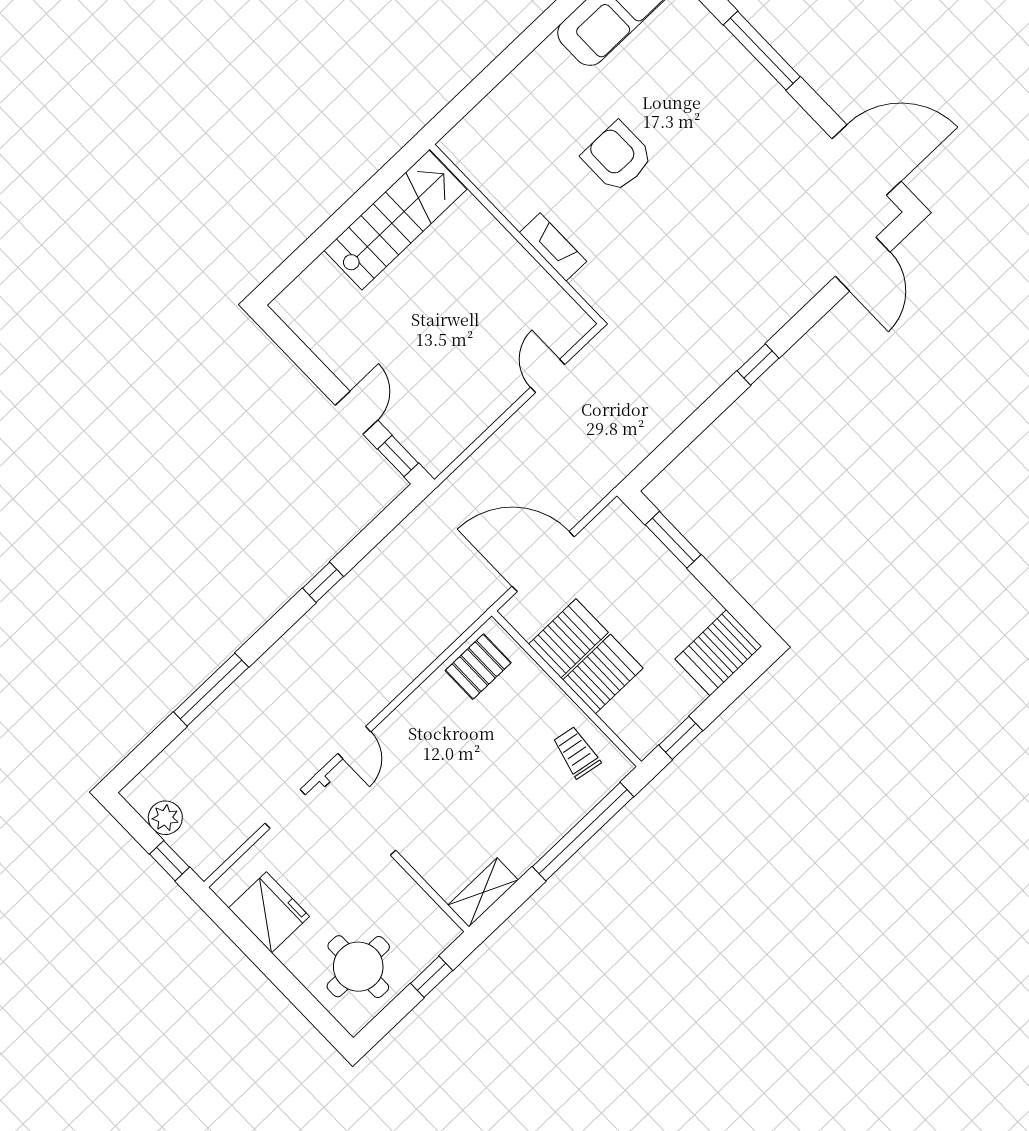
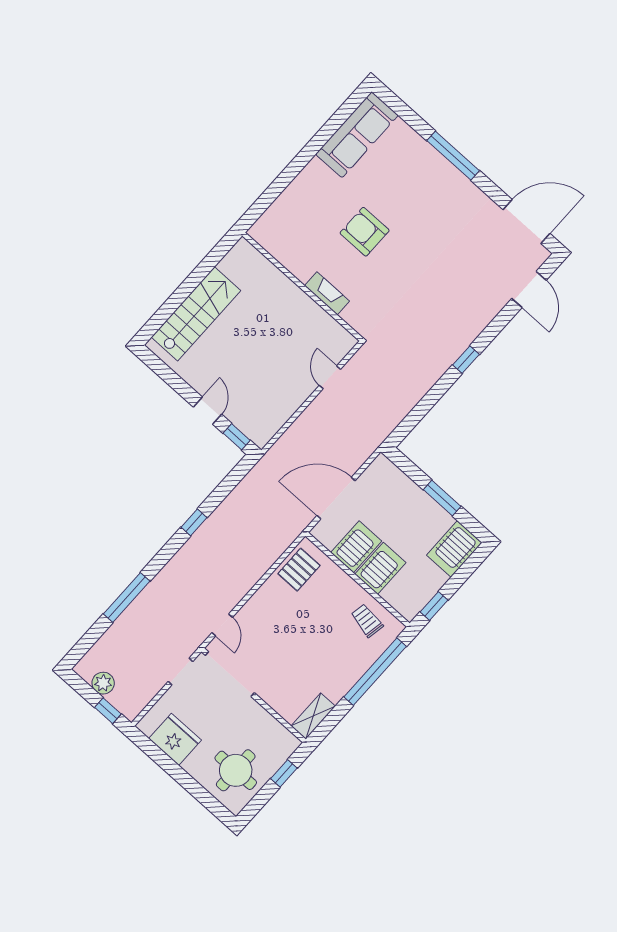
stairs: (395, 220) -> (196, 314), moved
window: (673, 540) -> (442, 498), moved

